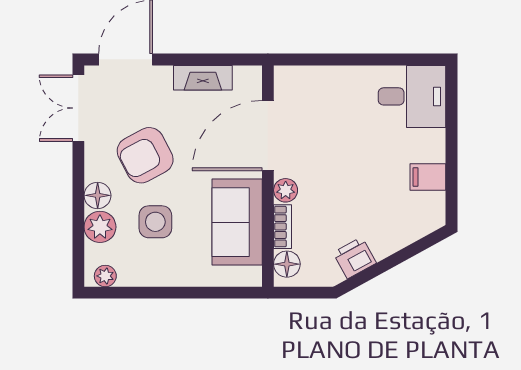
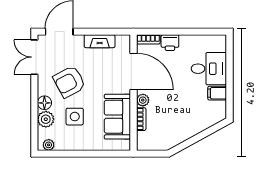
bookcase: (296, 74) -> (148, 39), added
desk: (412, 96) -> (209, 69), moved
door: (268, 136) -> (134, 71), swing flipped
printer: (355, 258) -> (170, 43), moved, turned -151
floor lamp: (287, 264) -> (143, 139), removed

